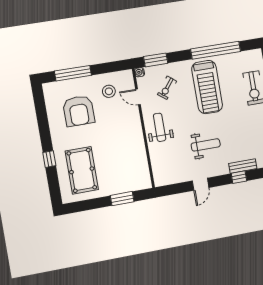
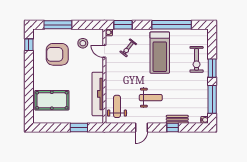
armchair: (79, 111) -> (57, 54), turned 90
weight bench: (160, 127) -> (117, 106), moved
tv unit: (139, 152) -> (98, 94), added
window: (49, 159) -> (29, 45), moved
pool table: (82, 170) -> (52, 100), turned 90

